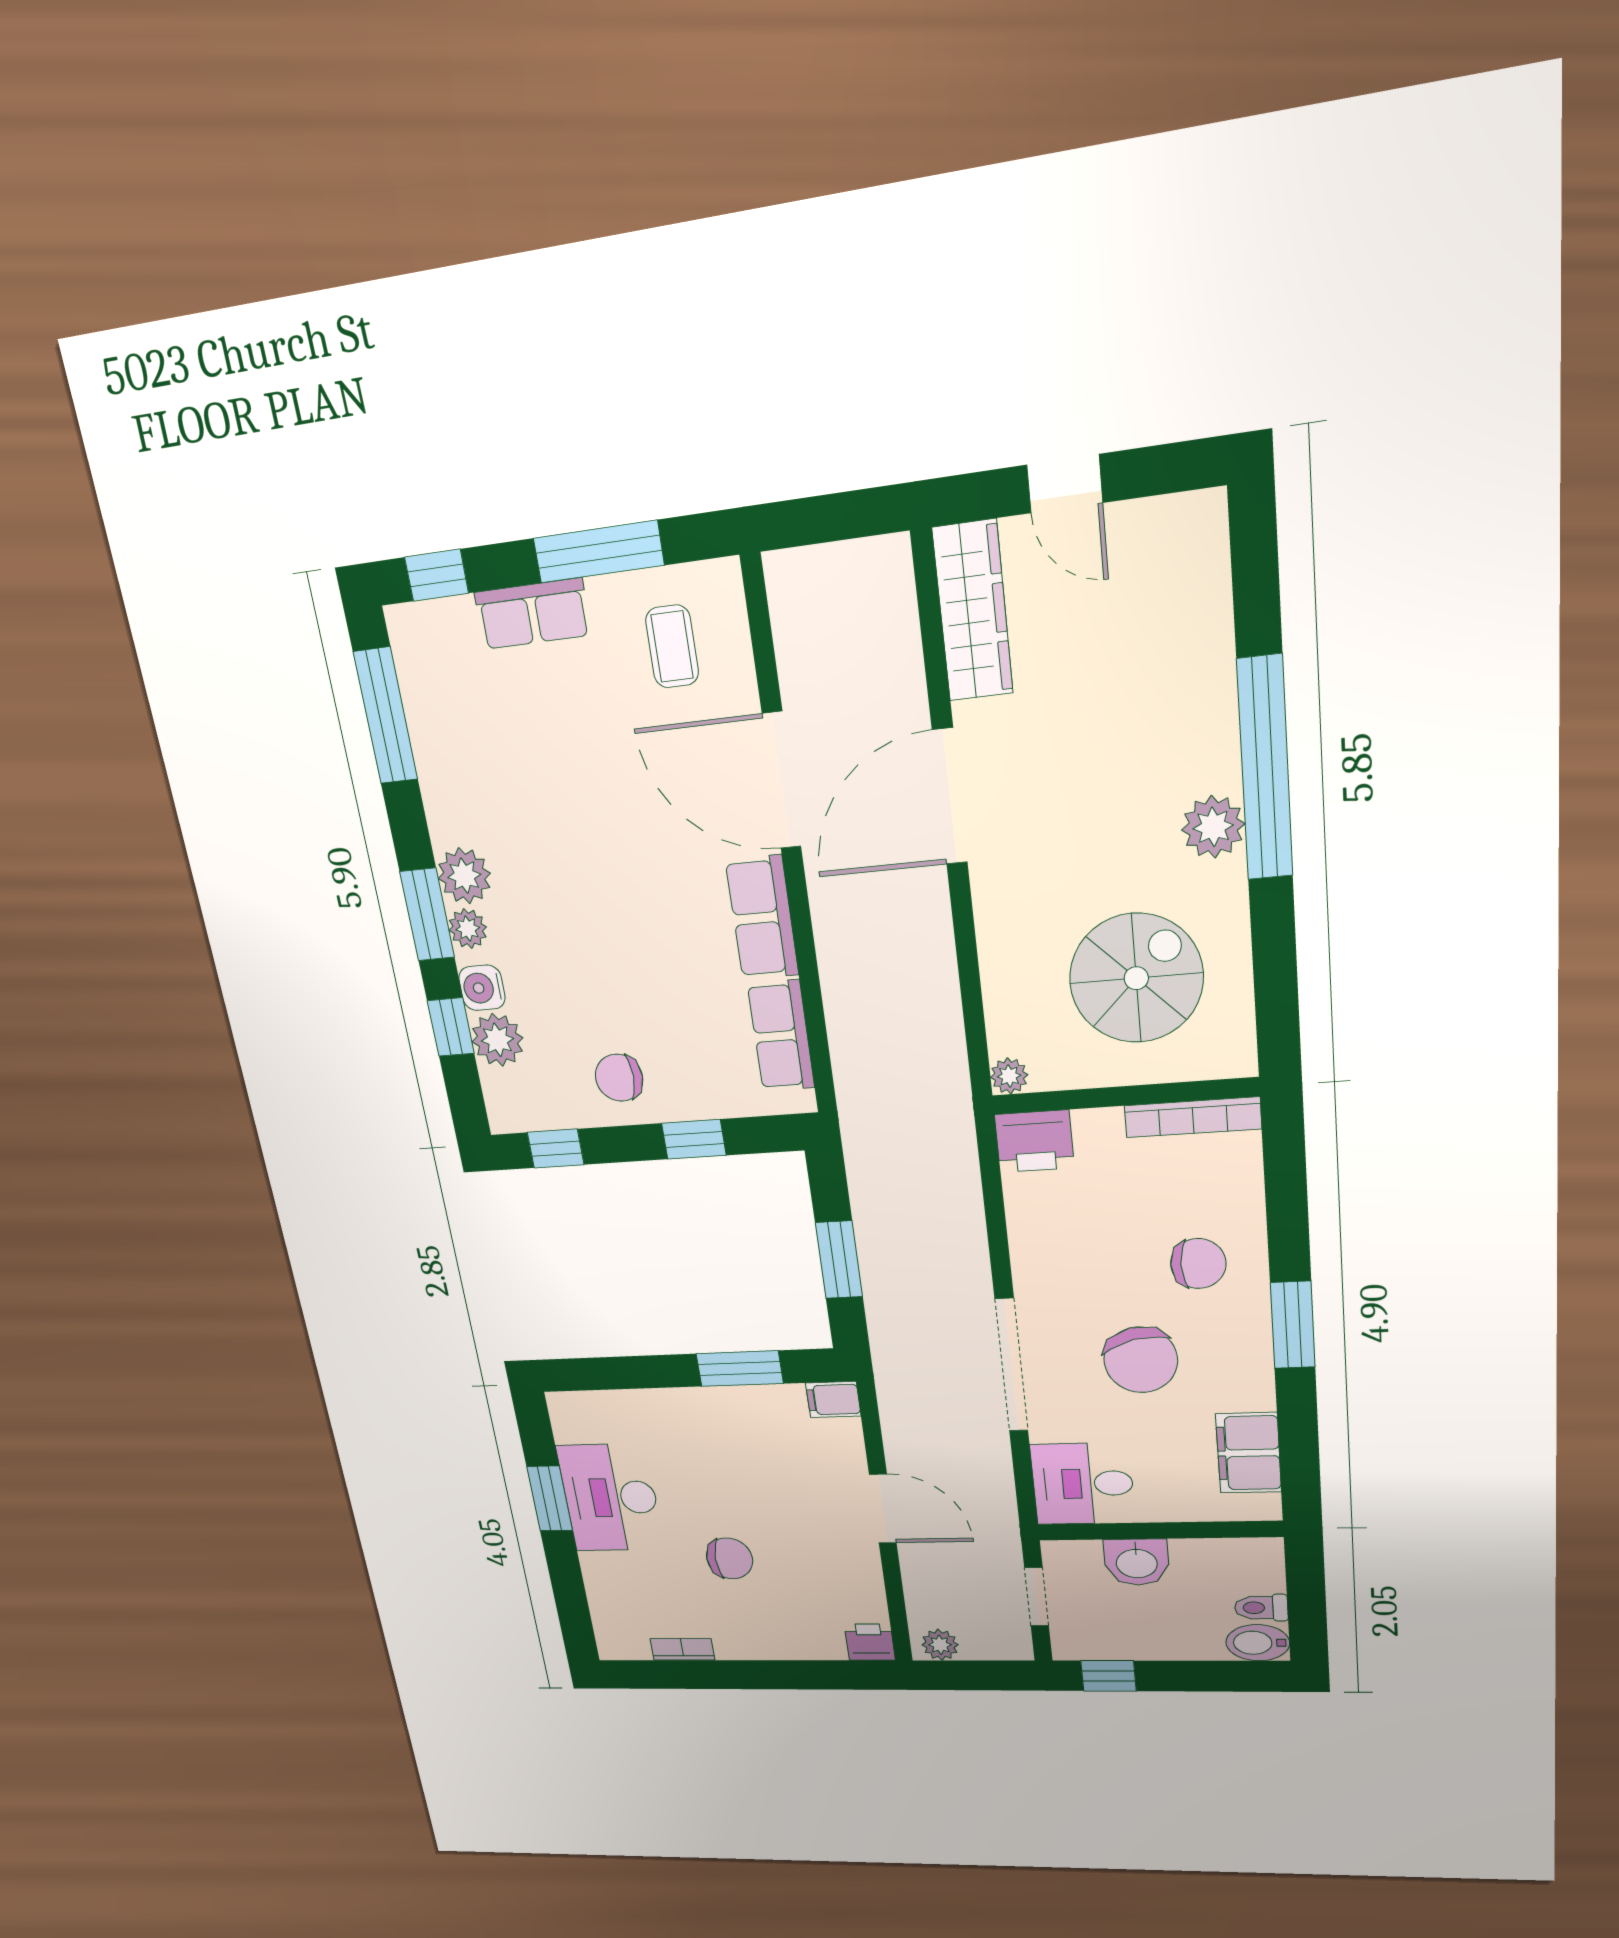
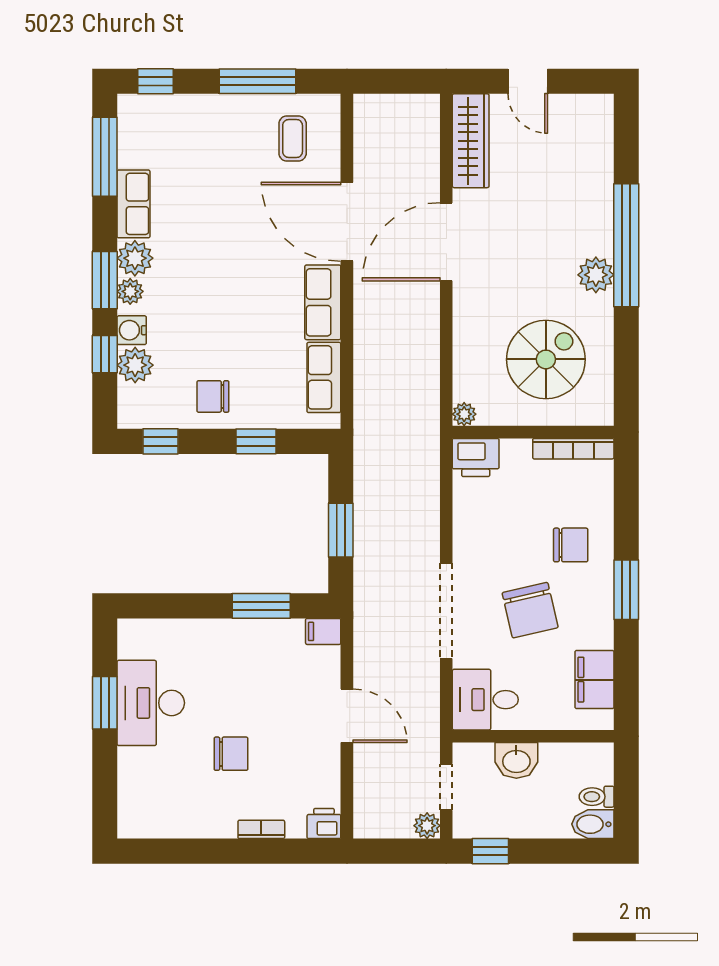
row of seats: (533, 614) -> (134, 204), moved, turned -90
plant: (940, 1645) -> (427, 826), moved
bookcase: (682, 1649) -> (261, 829), moved

